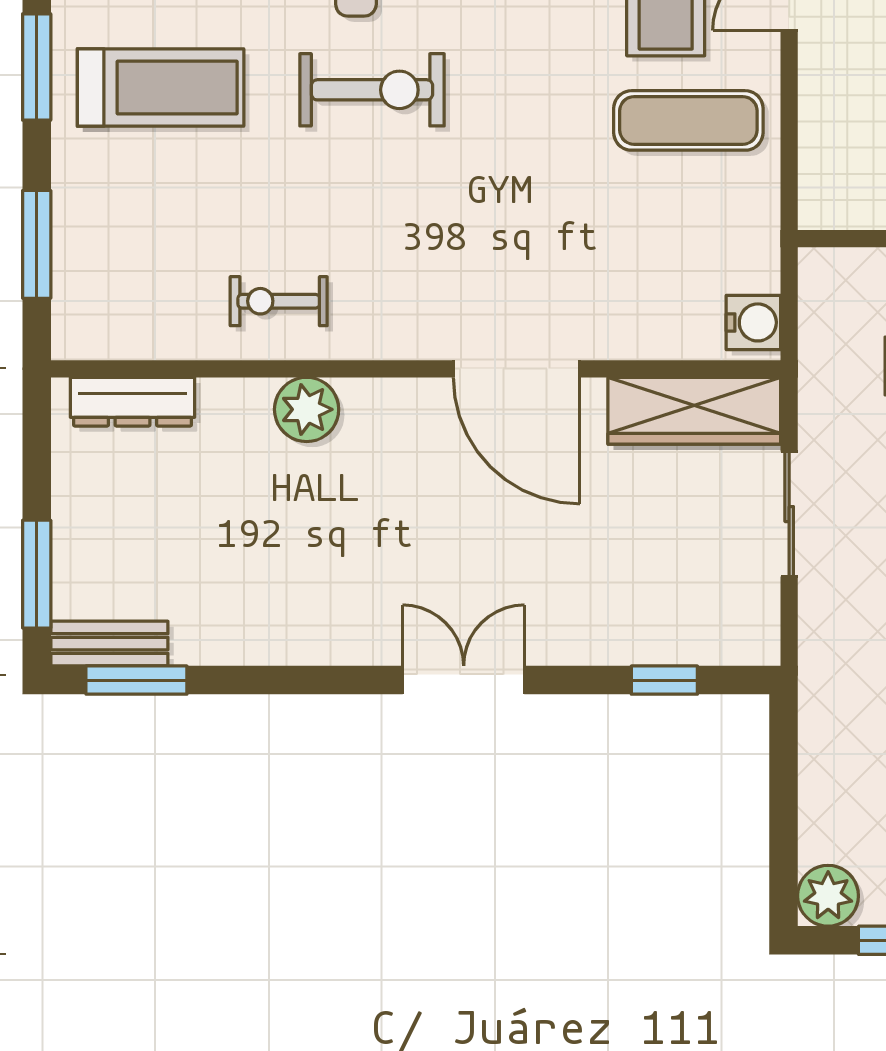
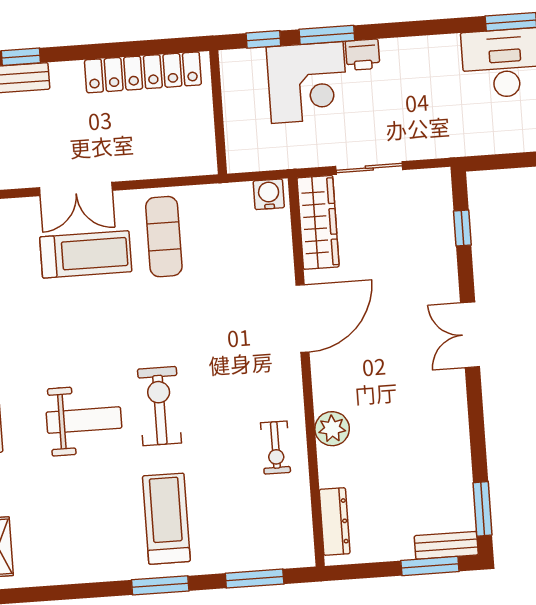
bench: (109, 644) -> (446, 545), moved, turned 90

